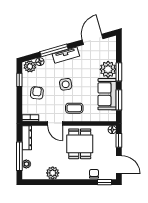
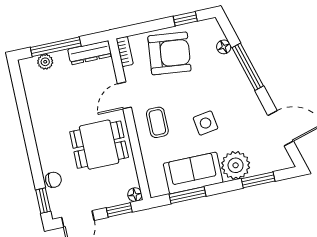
tv unit: (66, 55) -> (244, 89), removed
plant: (30, 66) -> (212, 32), removed
window: (119, 72) -> (258, 180), moved
side table: (66, 84) -> (206, 123), moved
armchair: (37, 93) -> (169, 53), width x1.88, depth x1.88
plant: (53, 173) -> (40, 109), removed

